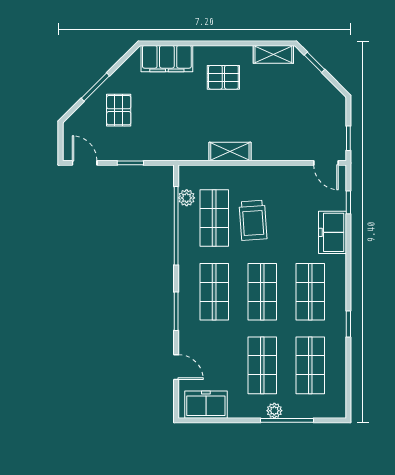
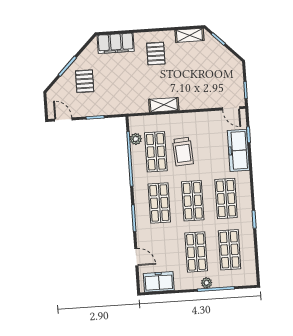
pallet: (223, 77) -> (156, 54), turned 90
freezer: (333, 232) -> (238, 150), width x1.40

